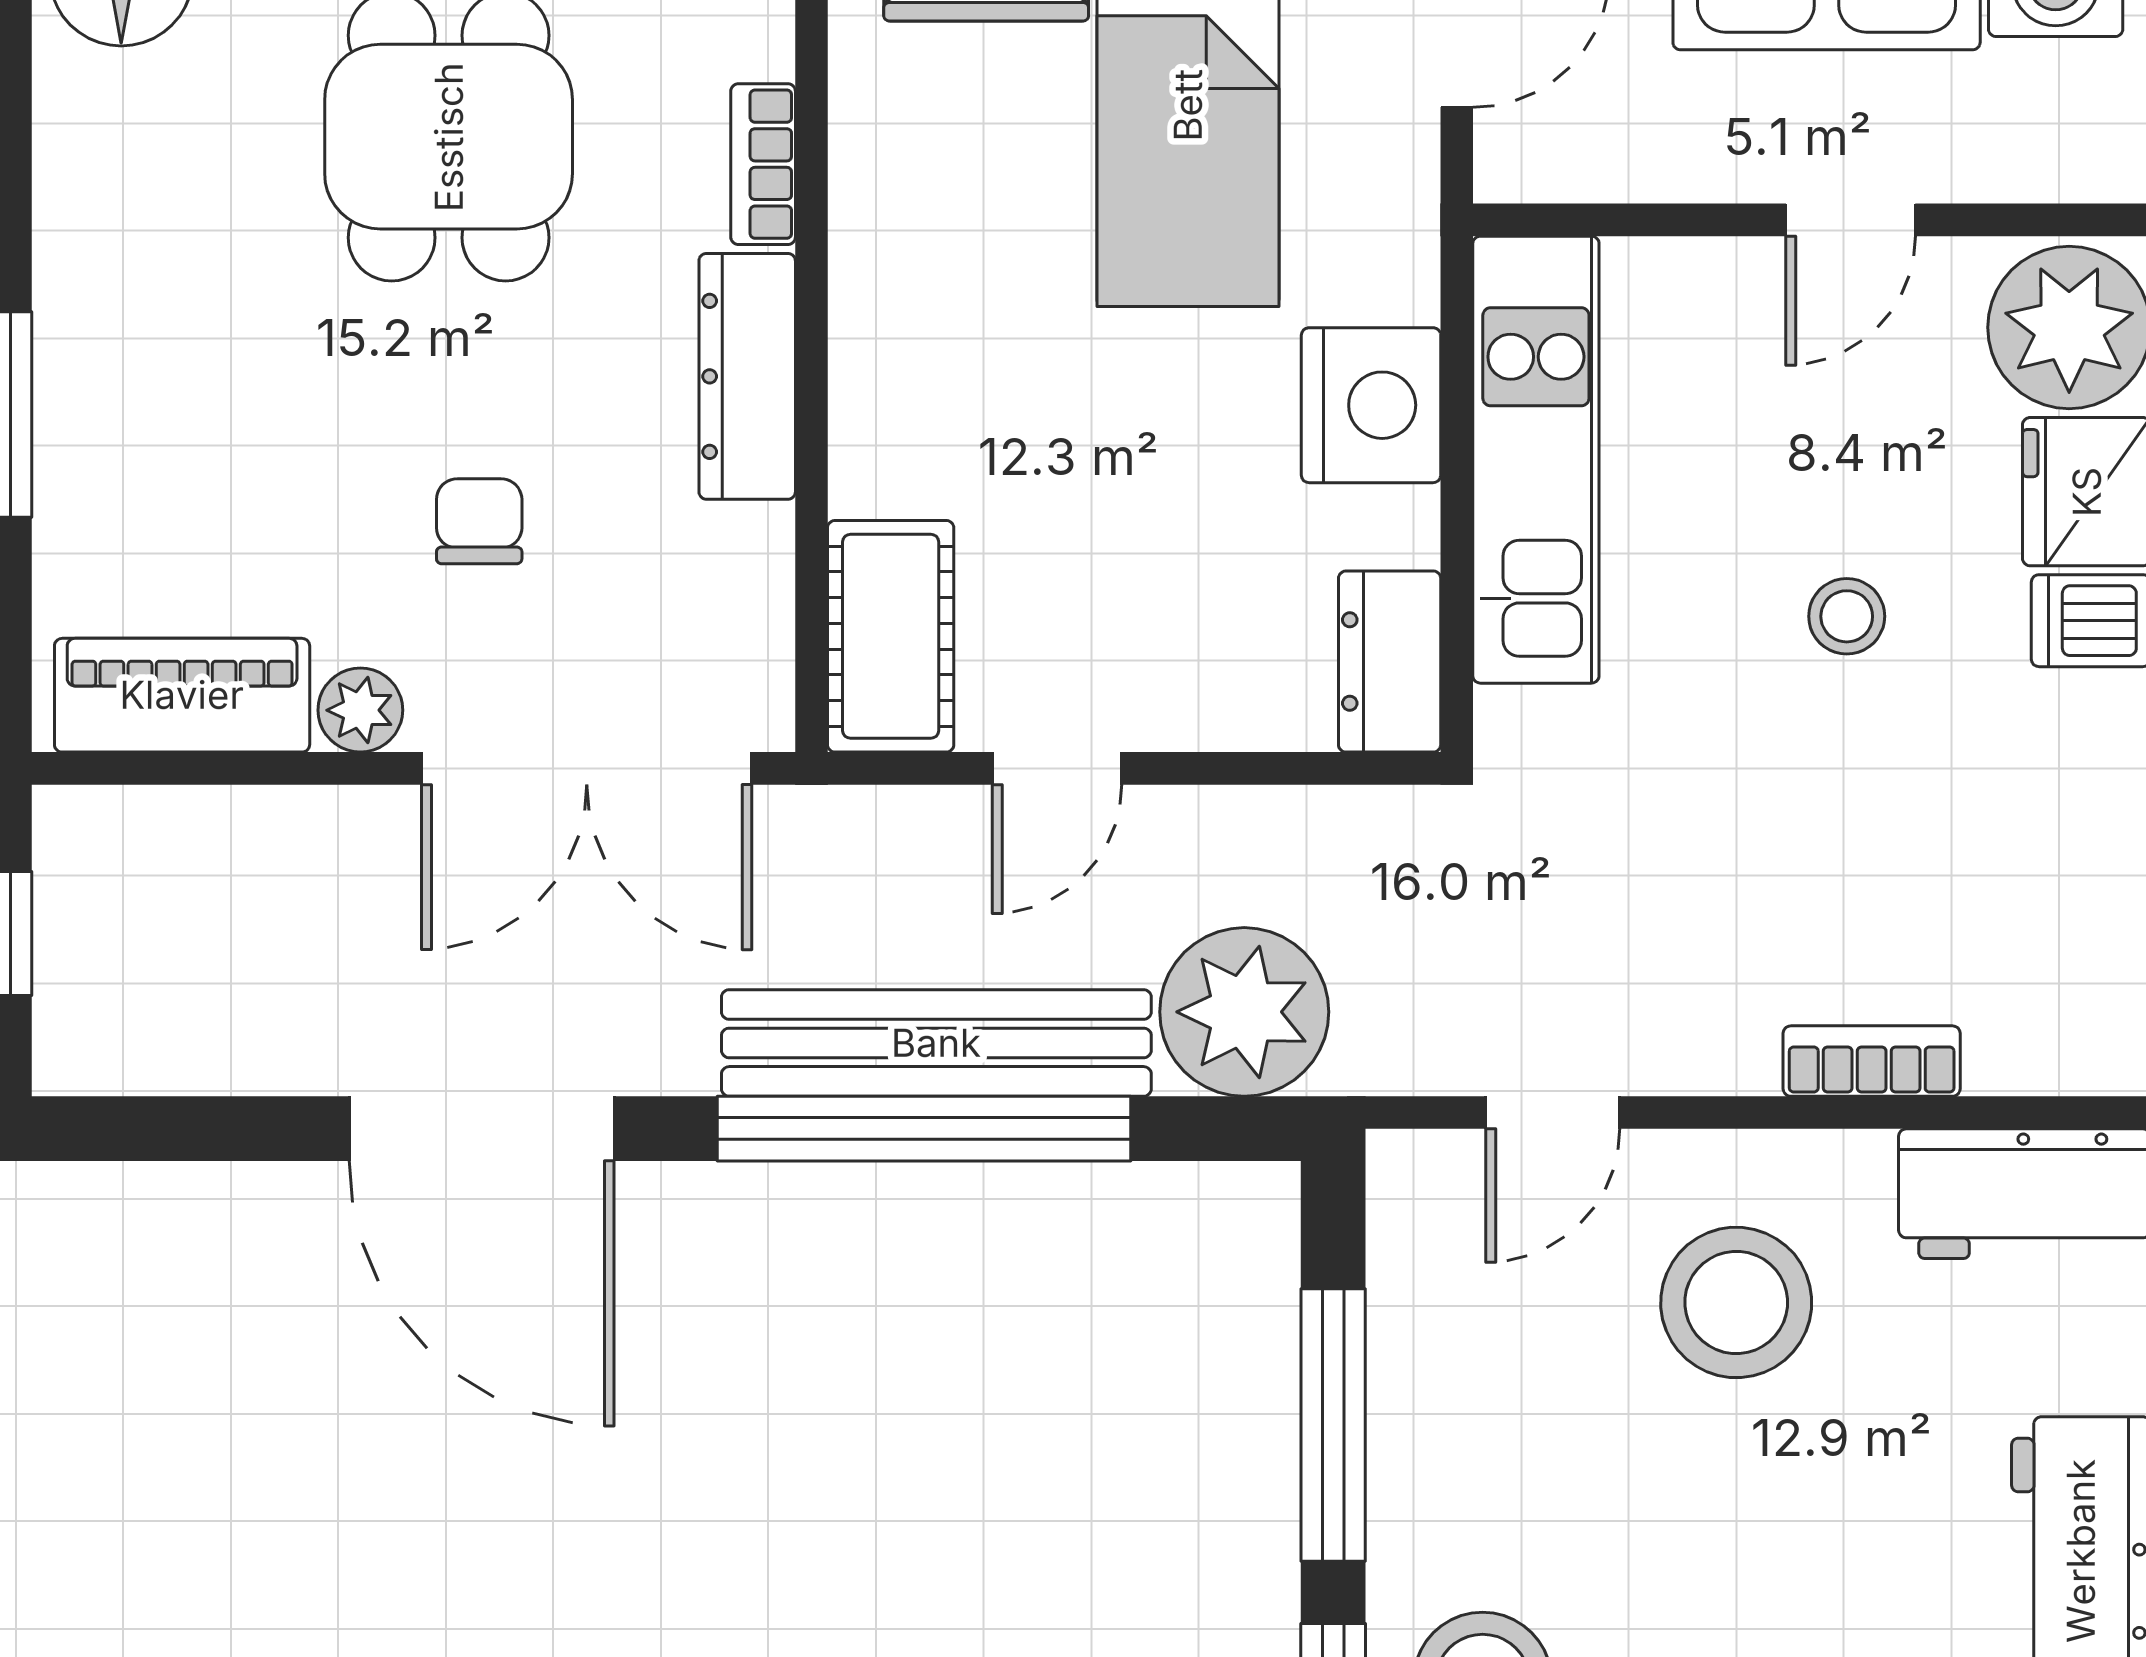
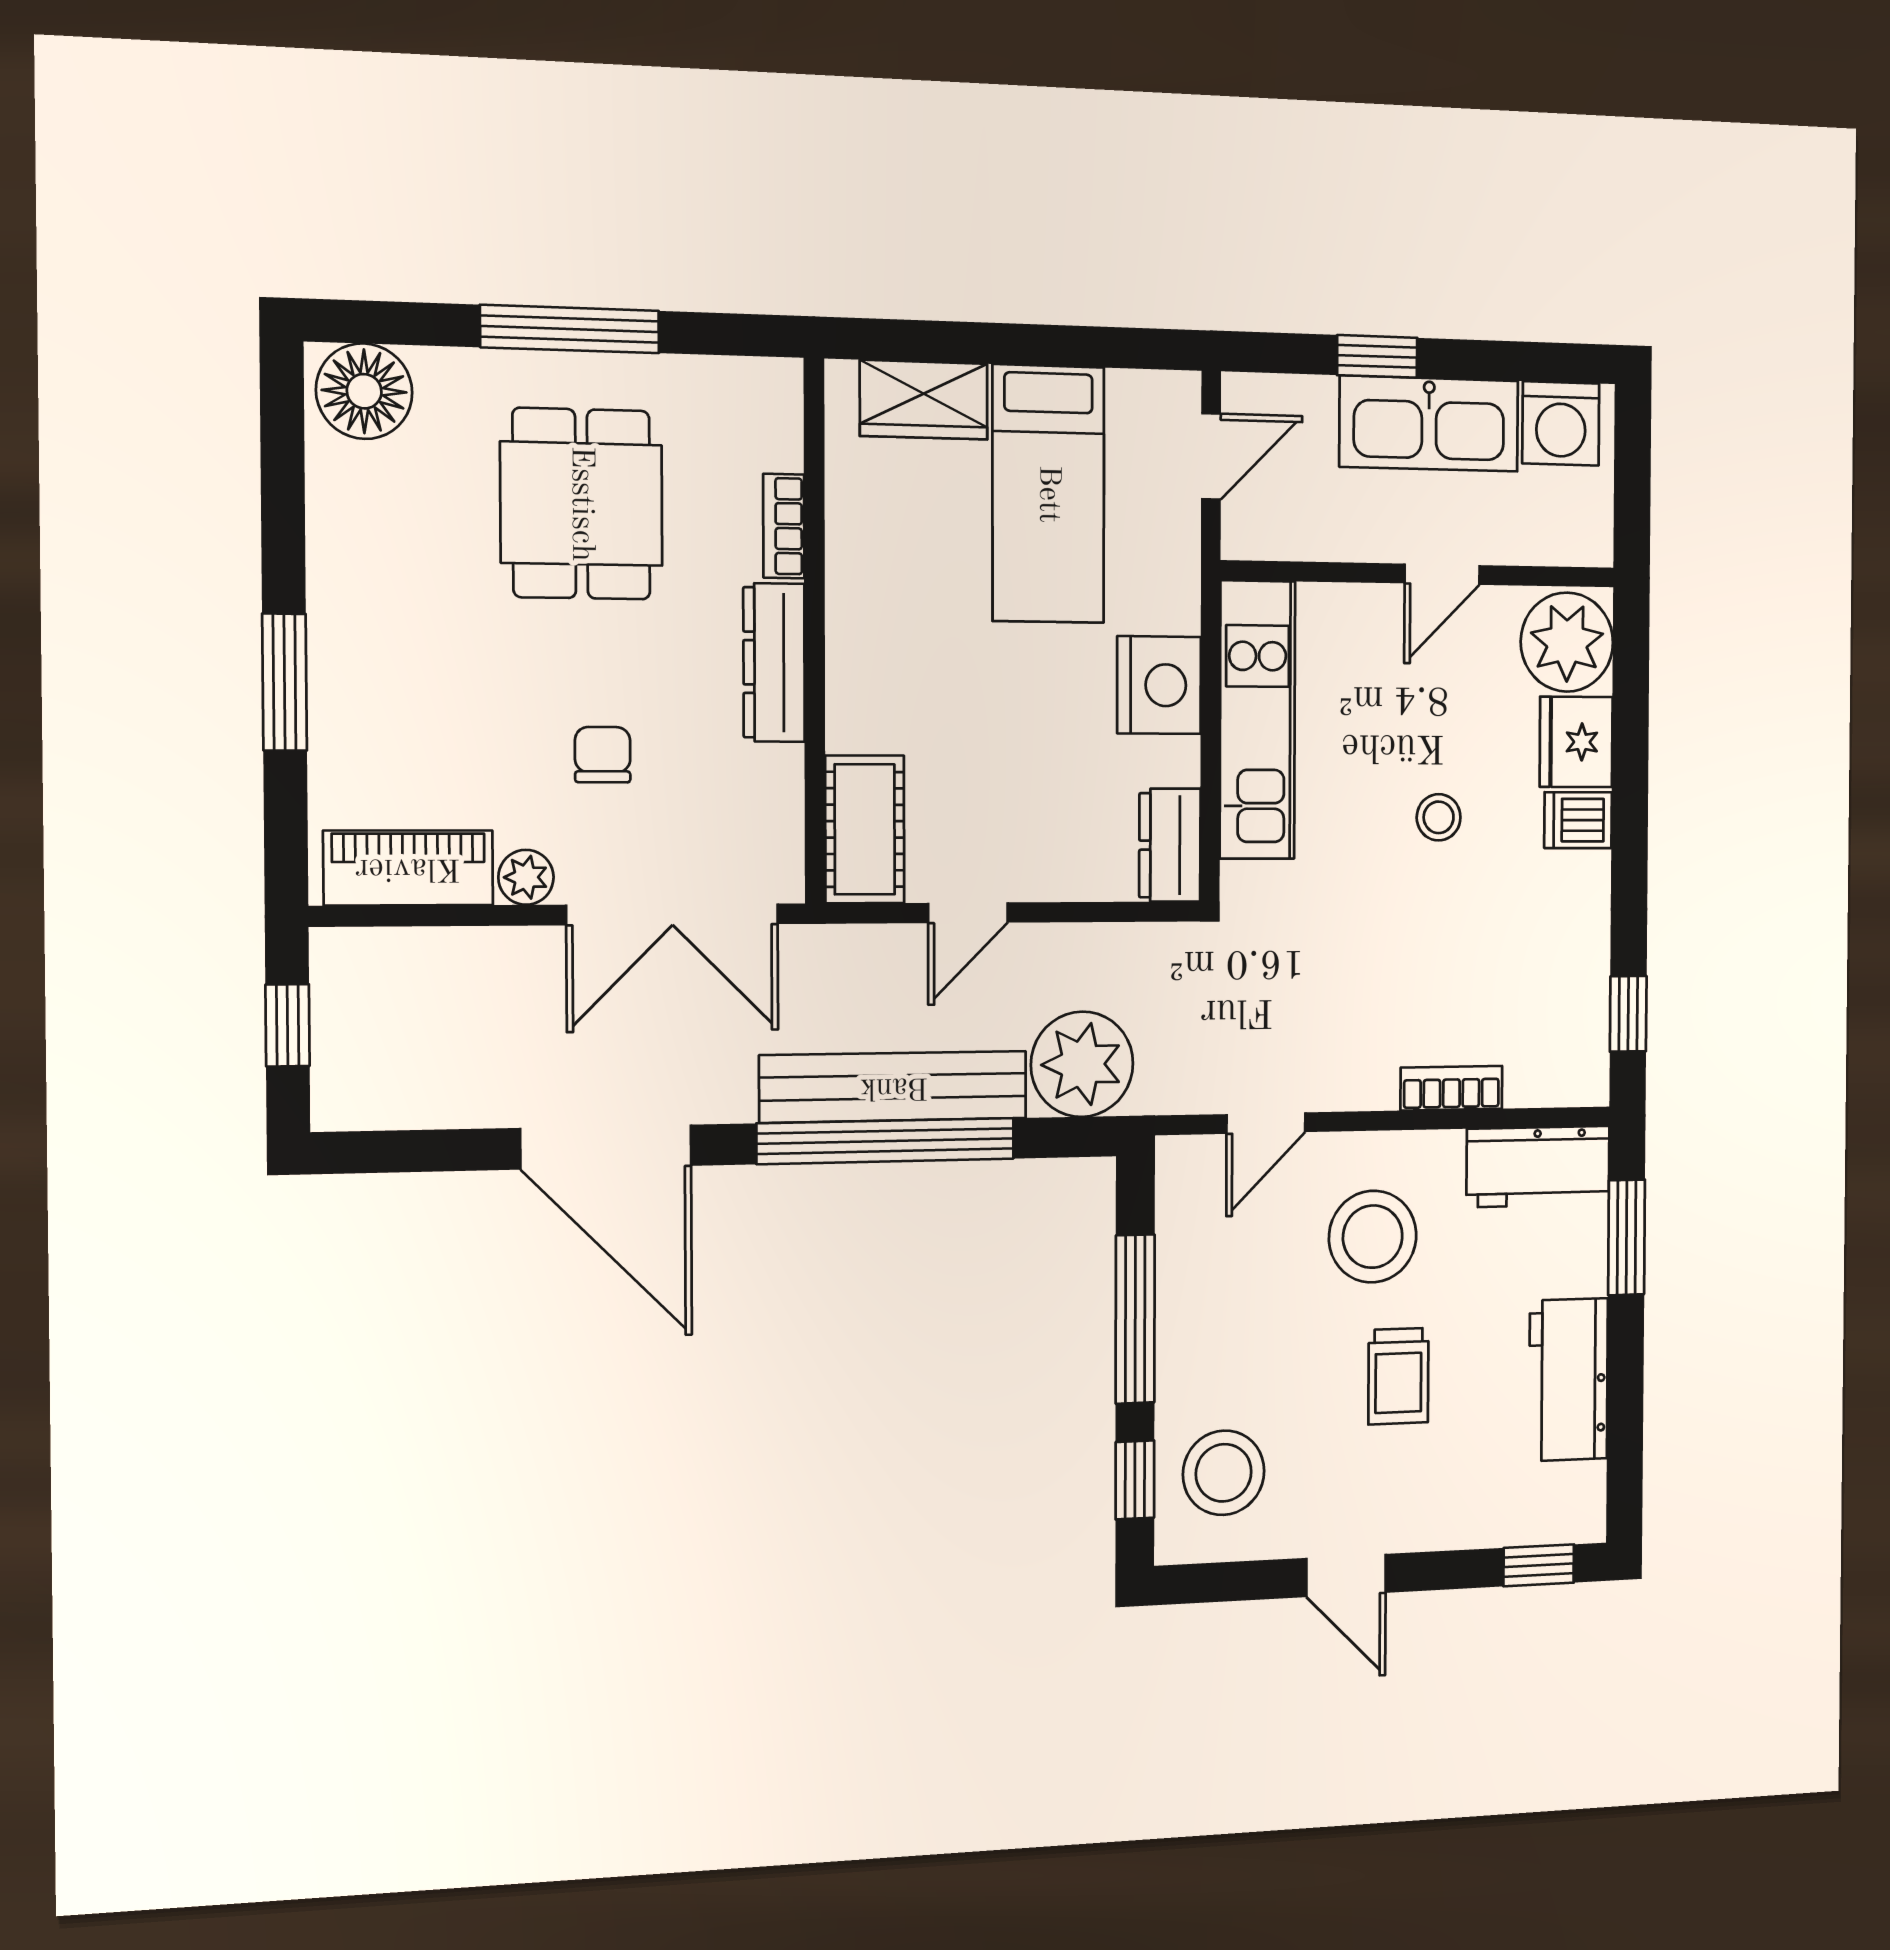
trolley: (1782, 1534) -> (1398, 1376), added

